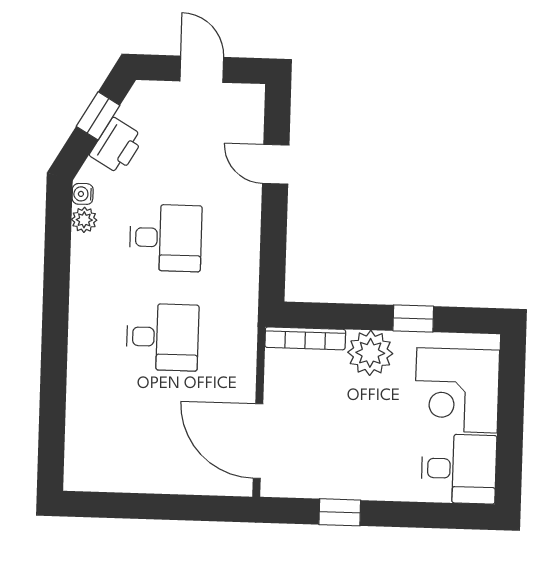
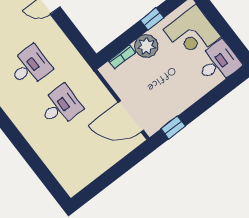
bookcase: (305, 338) -> (122, 57), width x0.64
window: (340, 512) -> (173, 128), moved

